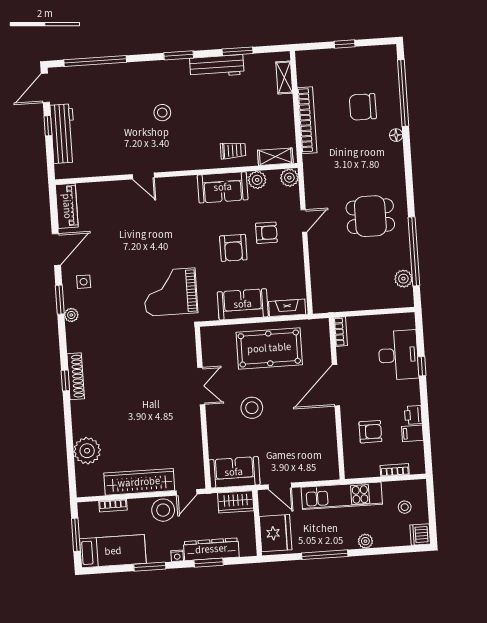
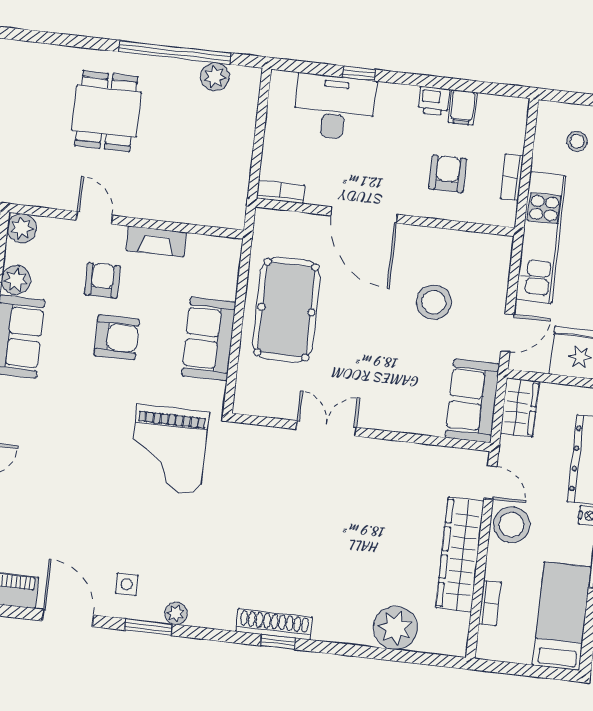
fireplace: (287, 308) -> (156, 241), moved, turned -90
stool: (252, 408) -> (434, 302), moved
bookcase: (395, 470) -> (512, 177), moved
window: (76, 535) -> (525, 670), removed

